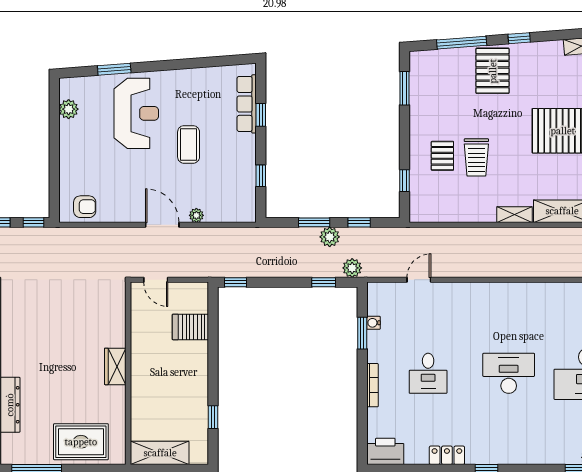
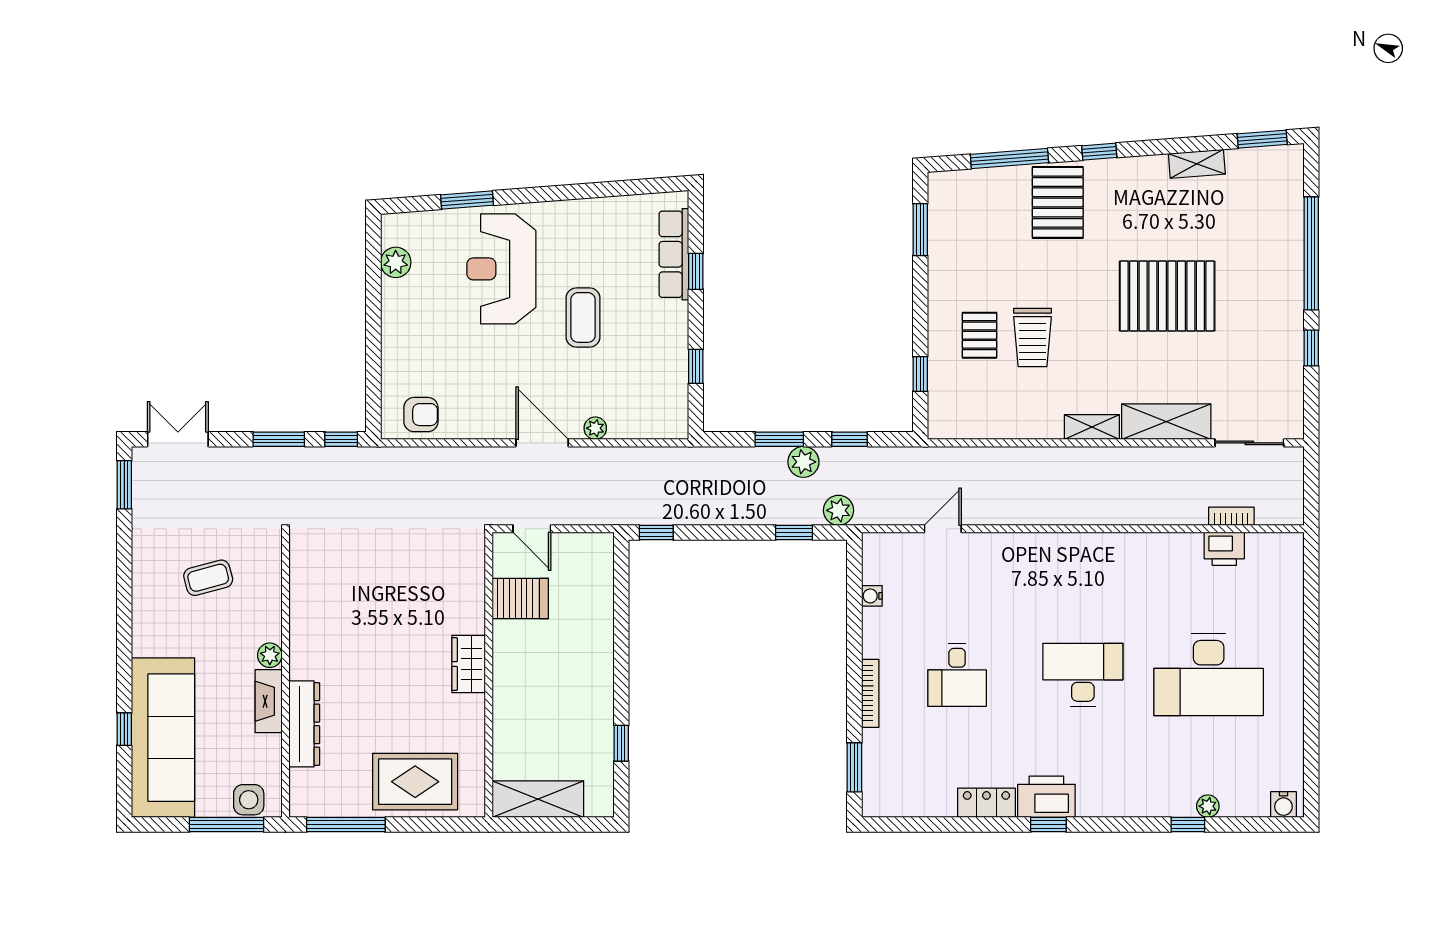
reception desk: (136, 113) -> (501, 269), turned 180
server rack: (190, 327) -> (520, 598), moved, turned 180
window: (362, 333) -> (854, 767), moved
printer: (385, 451) -> (1046, 797), moved

